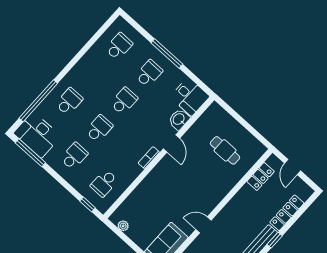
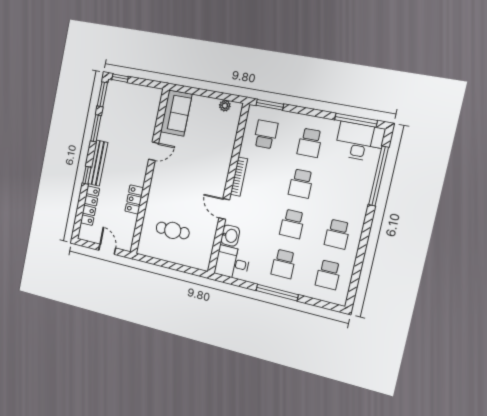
school desk: (69, 101) -> (337, 234), moved
bookcase: (149, 158) -> (239, 177), width x1.56
locker: (261, 176) -> (134, 200), moved
window: (88, 204) -> (270, 105), width x1.50

